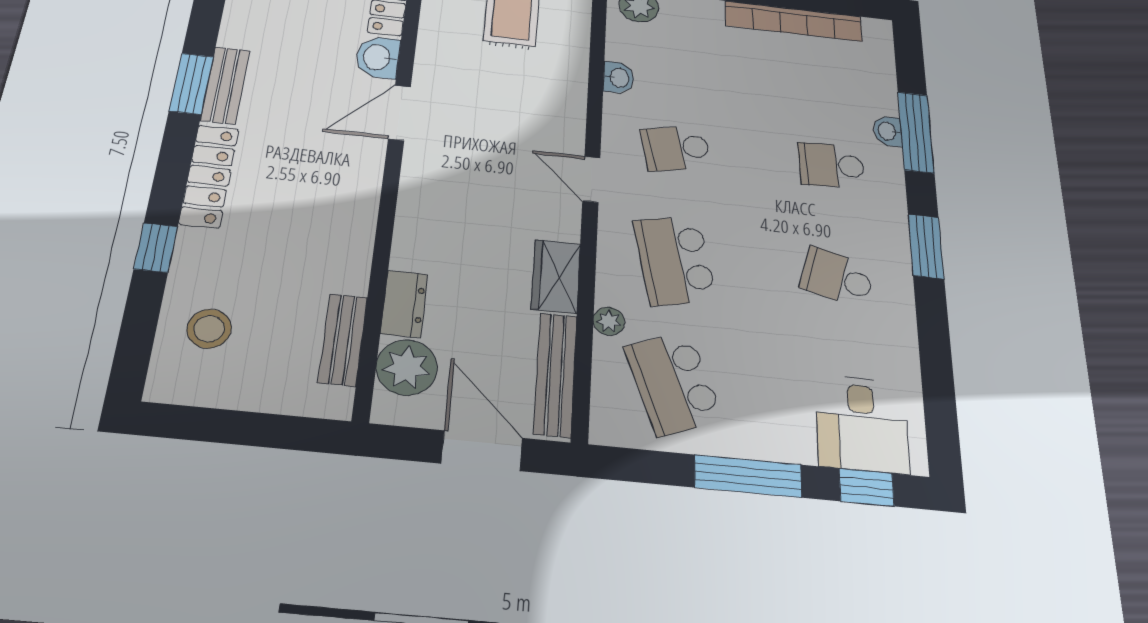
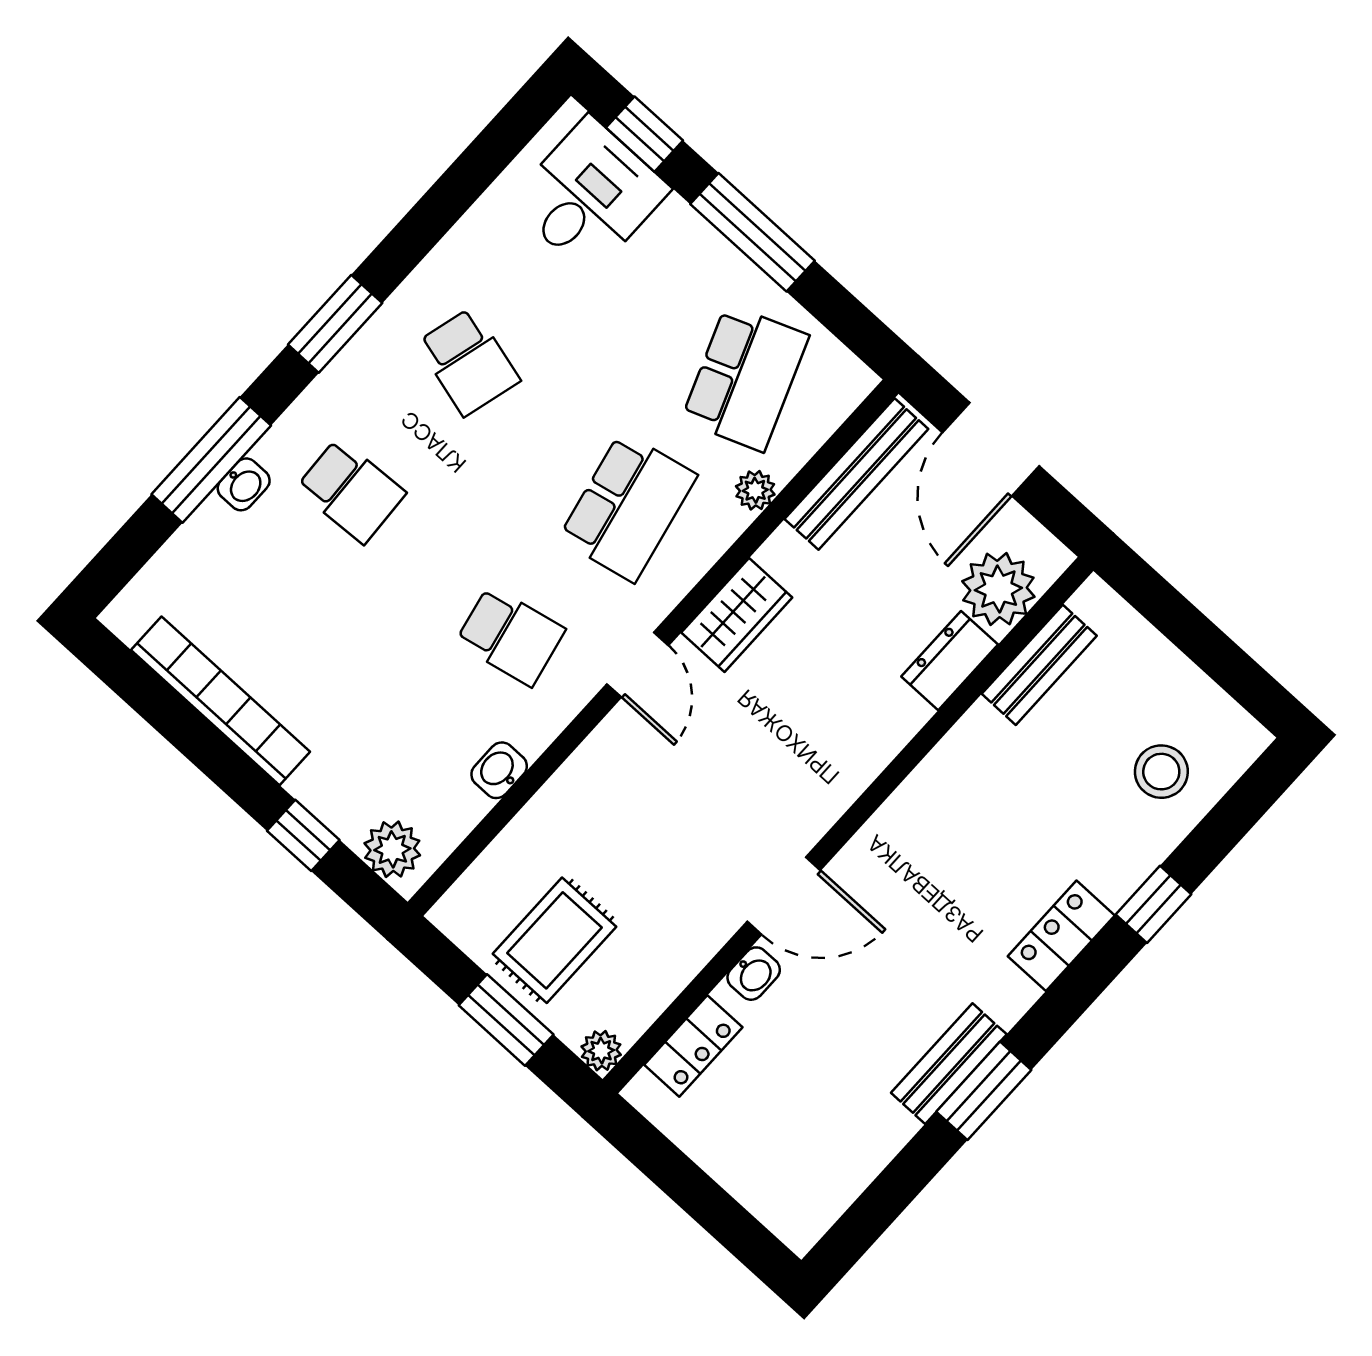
washbasin: (378, 57) -> (754, 974), width x0.72, depth x0.69
locker: (209, 176) -> (1061, 936), width x0.66
wardrobe: (556, 276) -> (737, 615), moved

